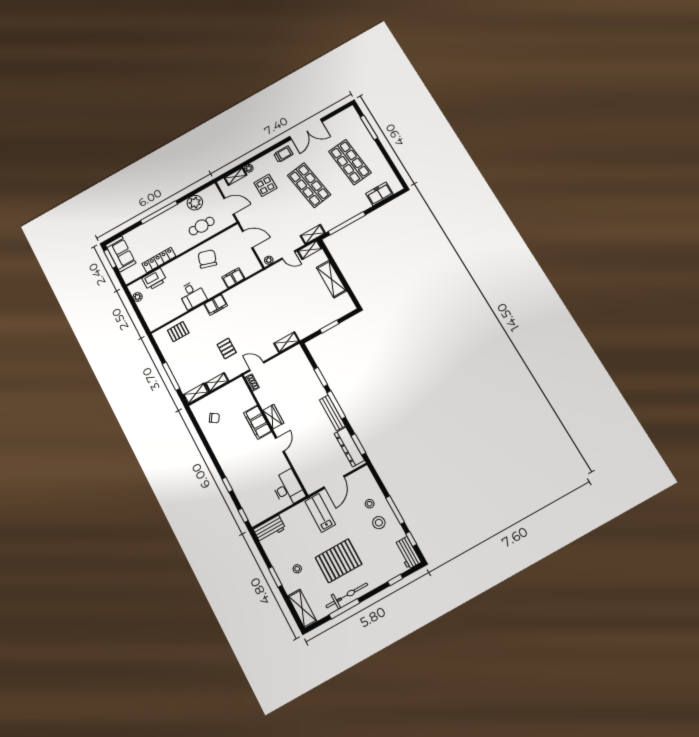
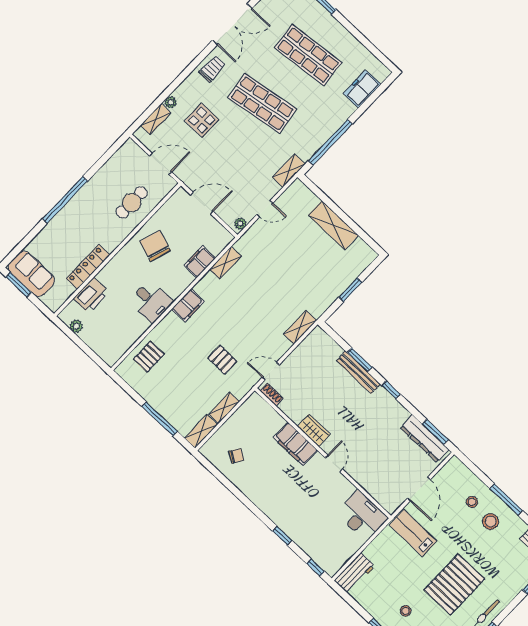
plant: (195, 203) -> (111, 172), removed
shelving: (310, 250) -> (225, 263), moved
window: (336, 405) -> (391, 390), width x0.46
bench: (332, 413) -> (358, 372), moved

